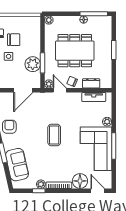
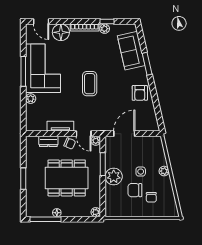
plant: (33, 64) -> (114, 177), moved
tv unit: (94, 97) -> (60, 126), moved

